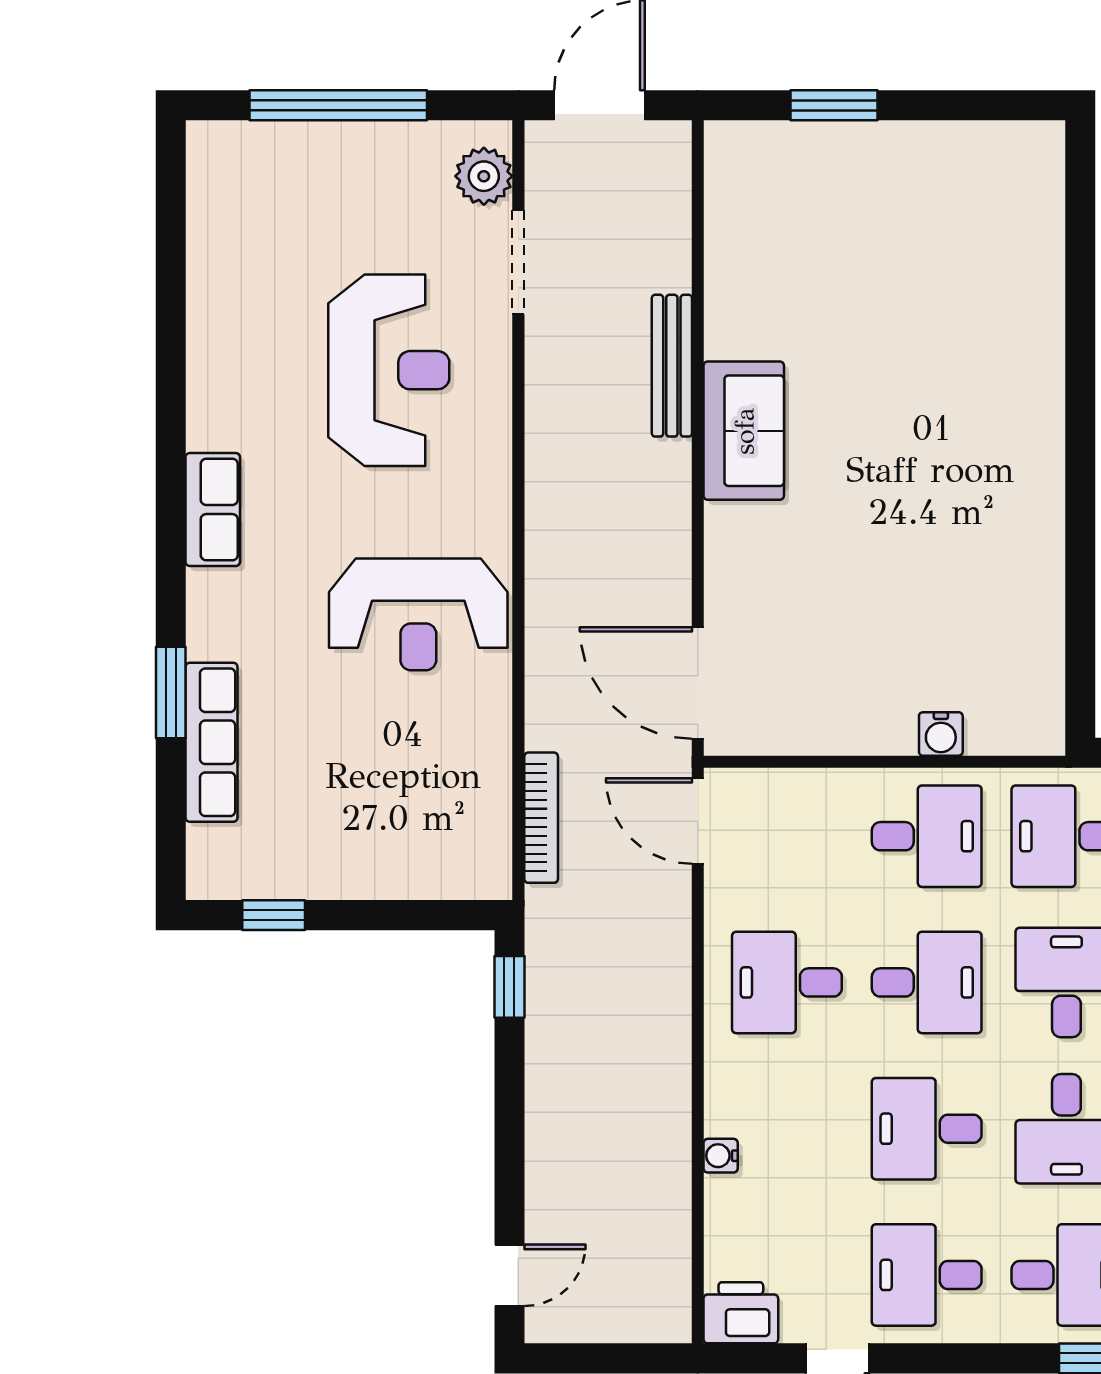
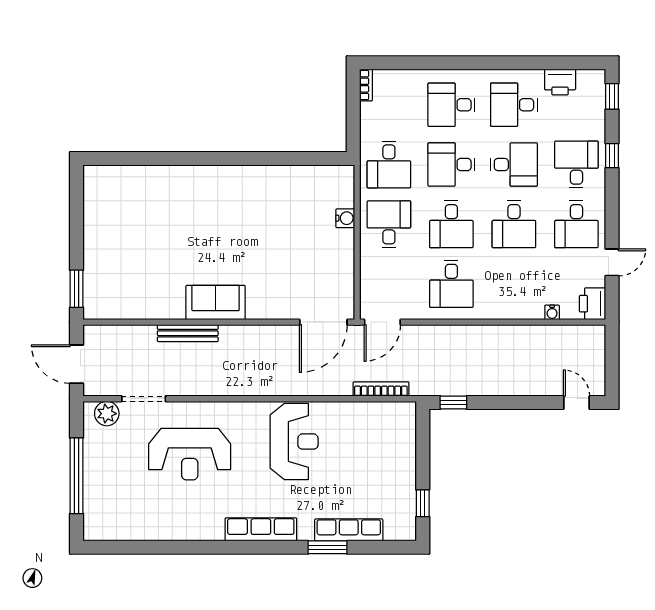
window: (834, 105) -> (76, 289), moved
reception desk: (389, 370) -> (190, 454), turned 180
row of seats: (213, 510) -> (261, 529), width x1.48
desk: (927, 982) -> (451, 224), turned 180
water cooler: (721, 1156) -> (552, 312), moved

